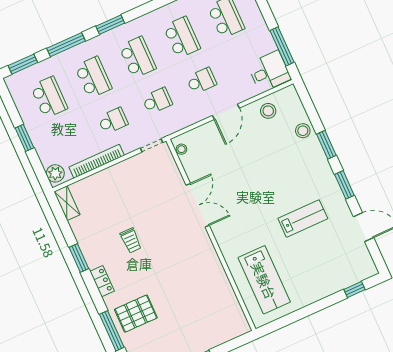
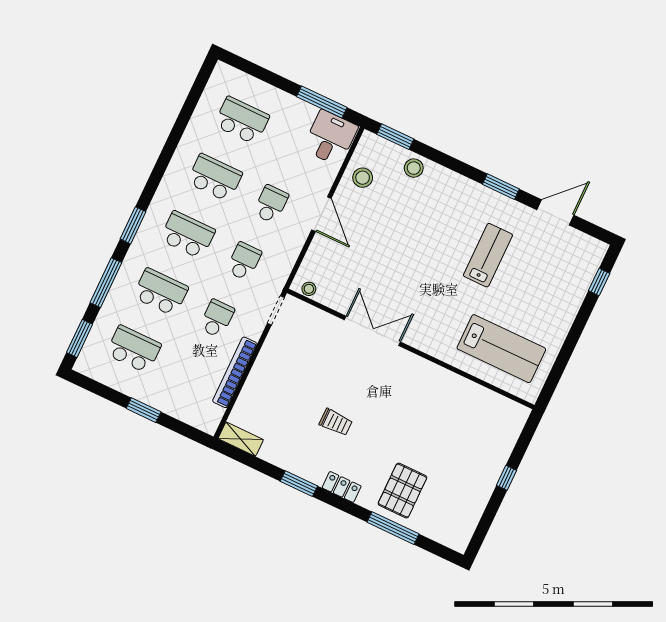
window: (326, 145) -> (395, 137), moved
plant: (55, 173) -> (204, 420), removed

